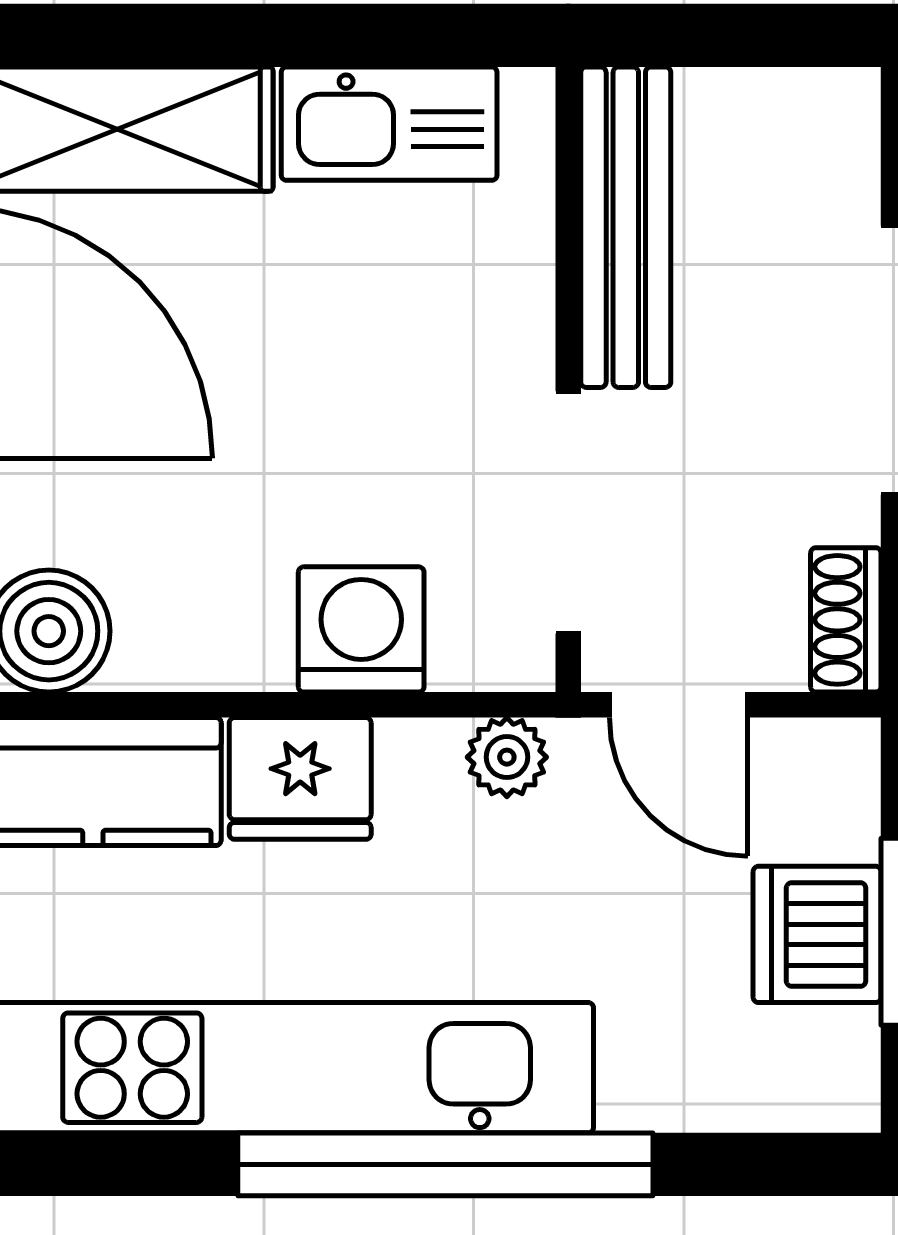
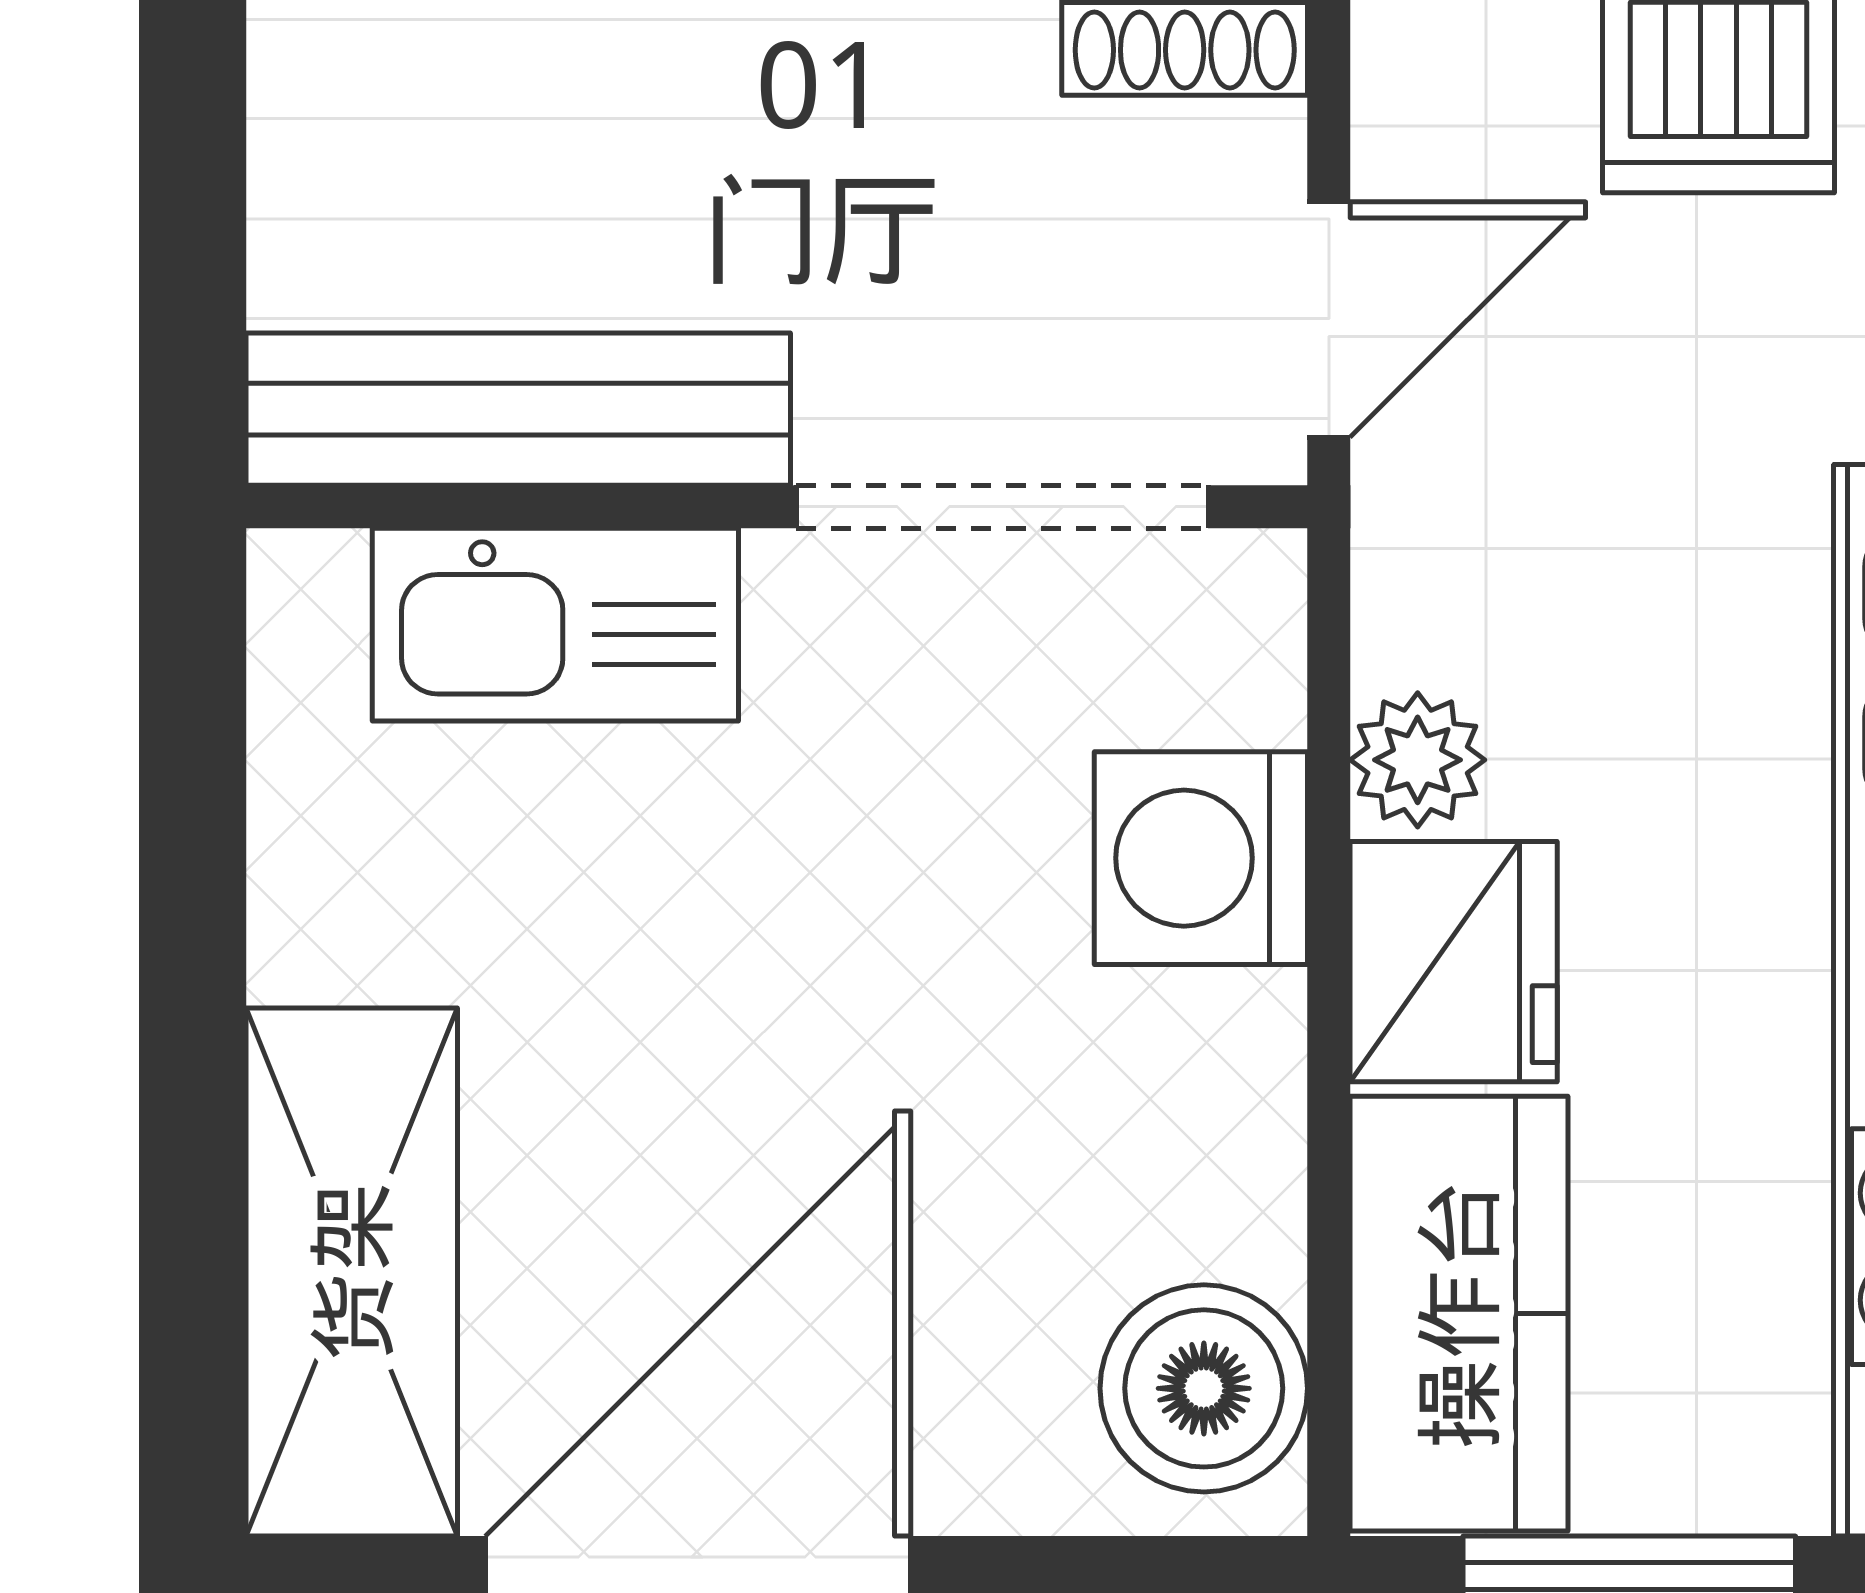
kitchen sink: (389, 124) -> (555, 625), moved, turned 90
plant: (507, 757) -> (1418, 760), moved

